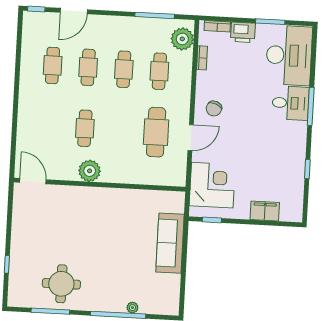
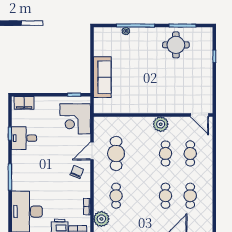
cafe table: (124, 69) -> (190, 153), moved
desk: (291, 103) -> (24, 138), moved
filing cabinet: (265, 211) -> (24, 103), moved

